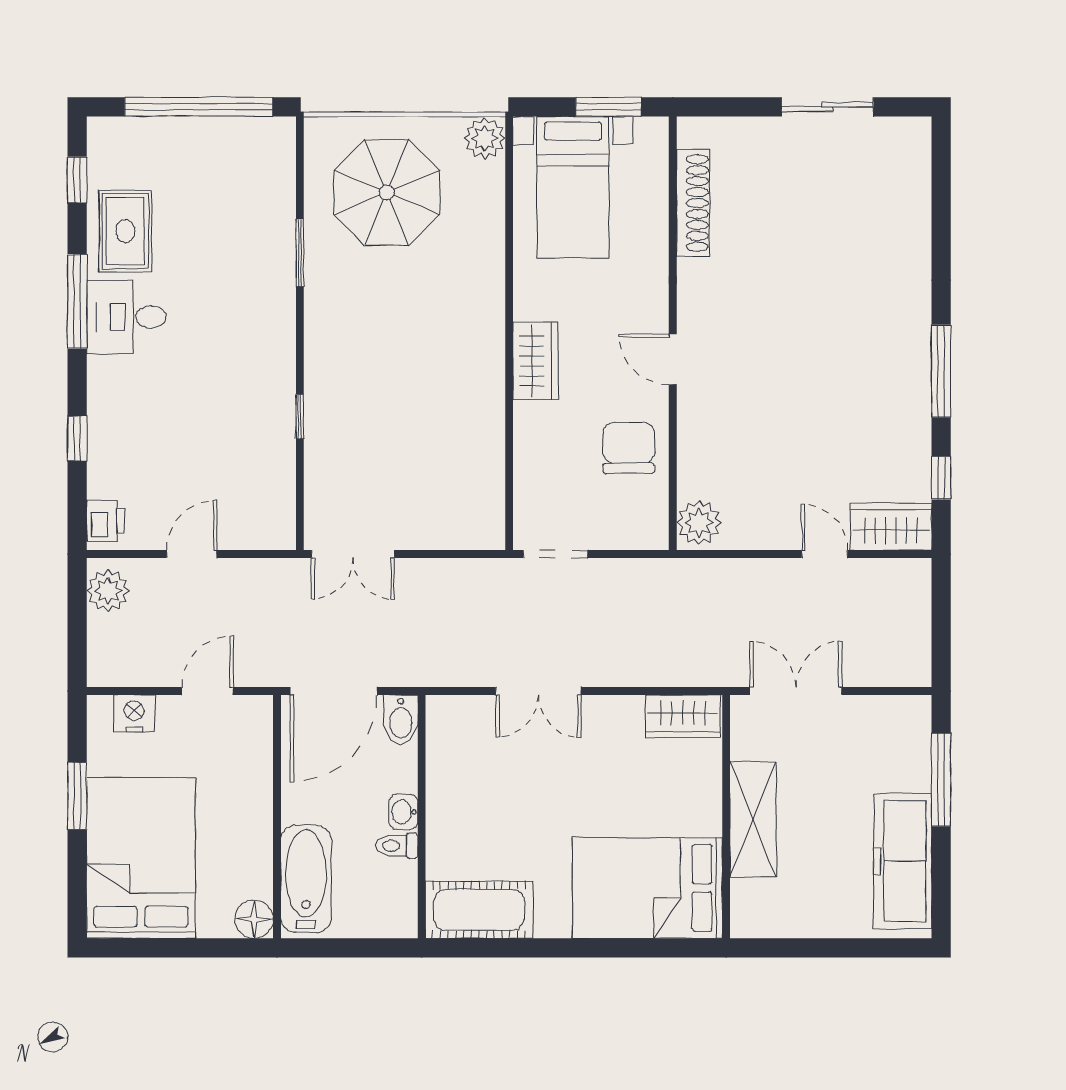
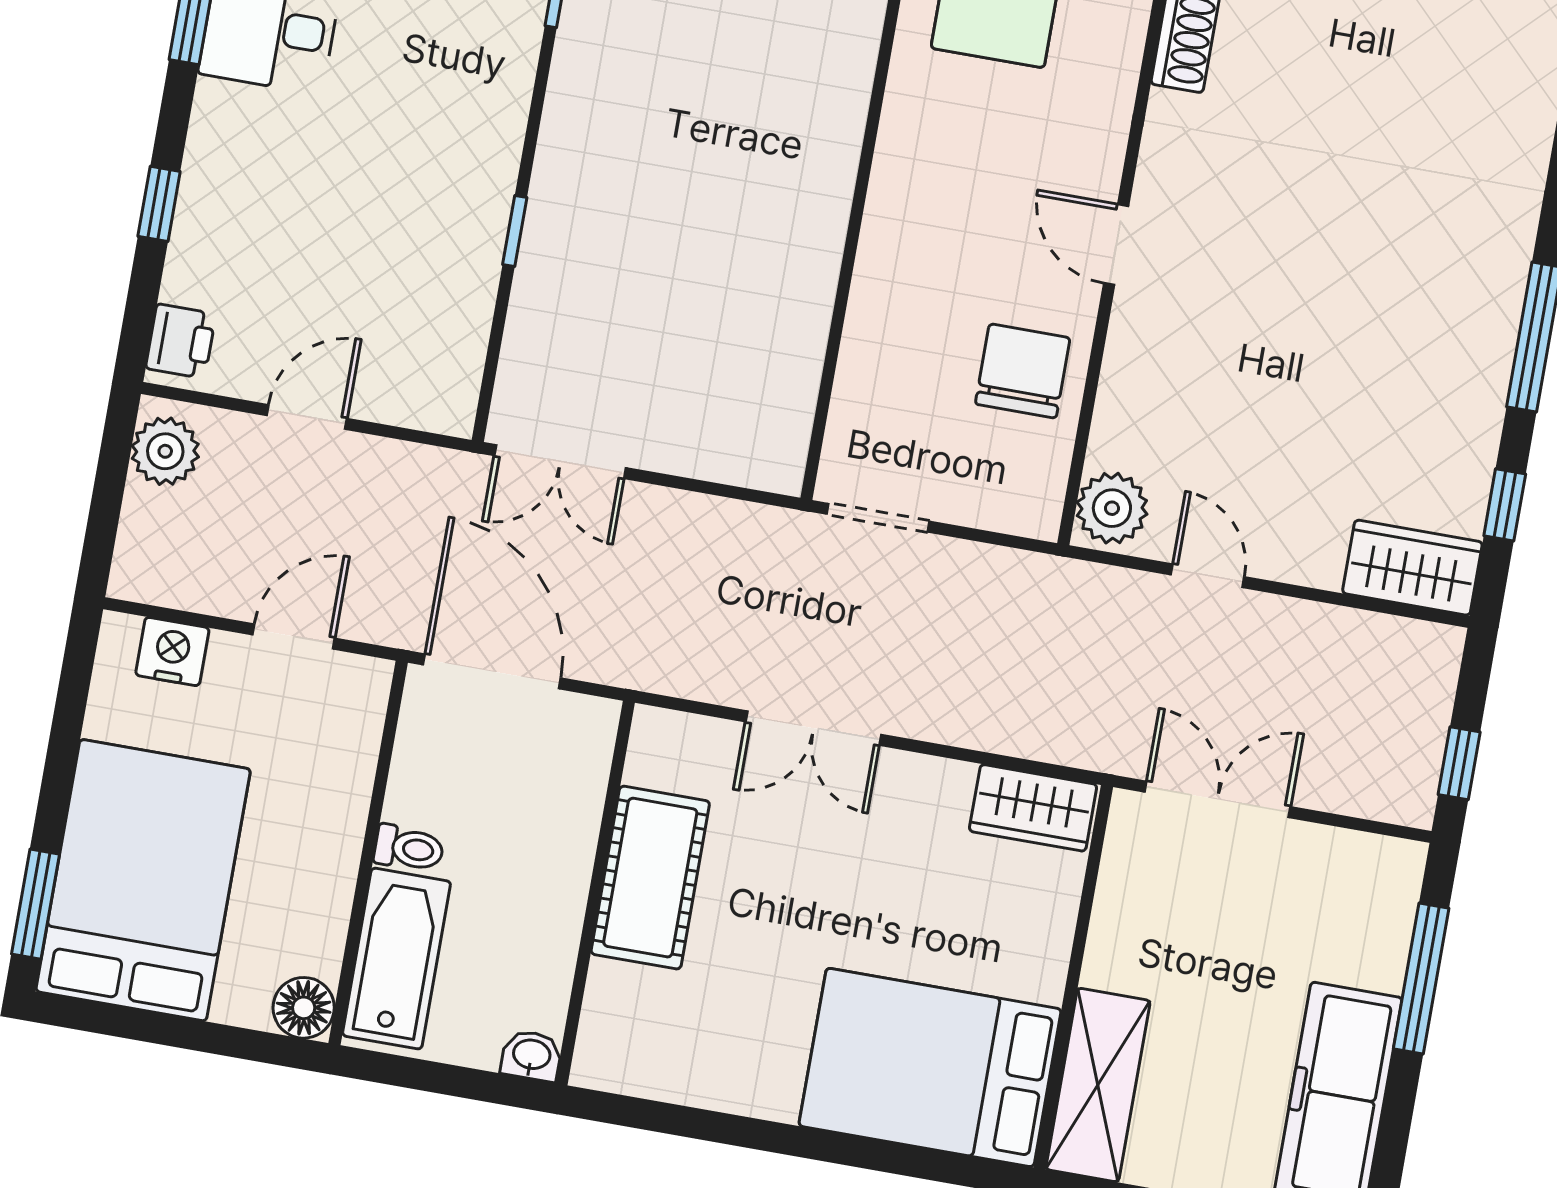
wardrobe: (535, 361) -> (900, 209), removed
door: (825, 554) -> (1208, 576), moved
window: (941, 642) -> (1459, 763), added
door: (334, 691) -> (492, 671), swing flipped
bidet: (401, 720) -> (589, 735), removed
window: (77, 796) -> (36, 904), moved
washbasin: (403, 812) -> (531, 1056), moved, turned 90
shelving: (753, 819) -> (1098, 1085), moved
toilet: (397, 846) -> (409, 848), moved, turned 180
cot: (479, 910) -> (650, 878), moved, turned 90

